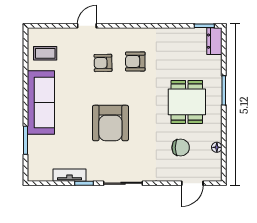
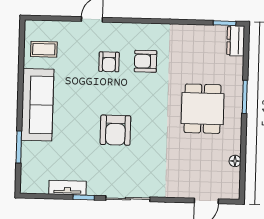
armchair: (103, 63) -> (109, 62), turned -89
armchair: (110, 123) -> (115, 130), width x0.73, depth x0.73
chair: (181, 148) -> (194, 160), removed

